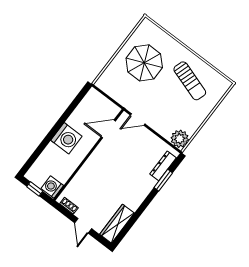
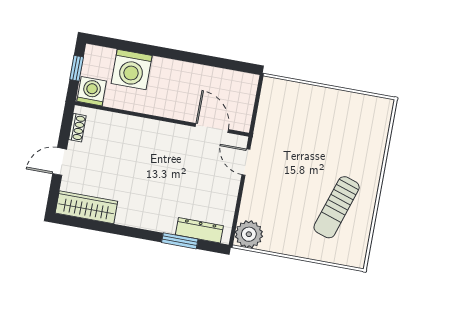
parasol: (144, 63) -> (329, 131), removed
washing machine: (66, 138) -> (132, 70), moved

